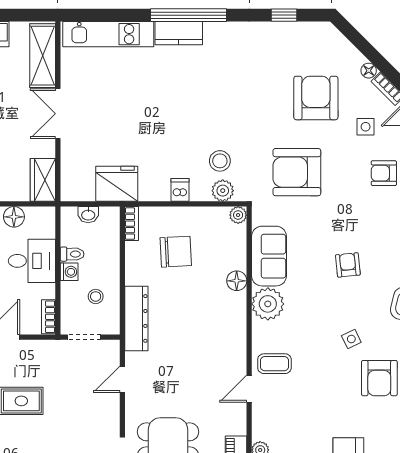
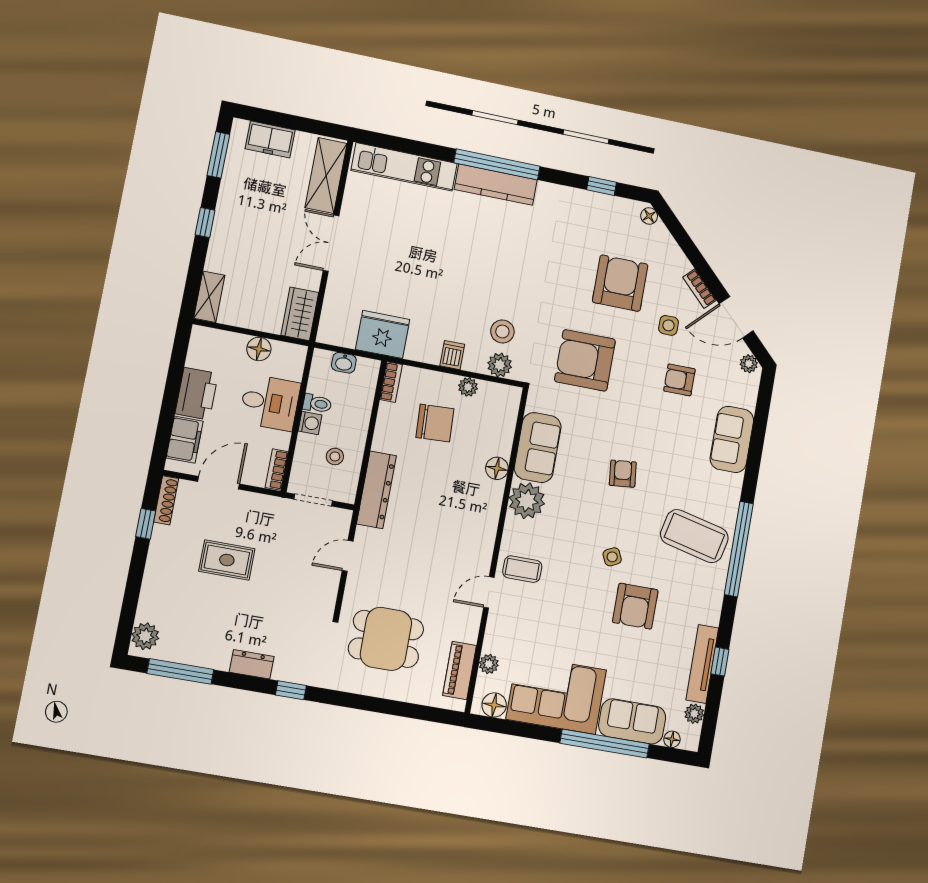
kitchen counter: (179, 33) -> (496, 185), width x1.50
floor lamp: (369, 71) -> (649, 216), moved
plant: (238, 215) -> (468, 387), moved

